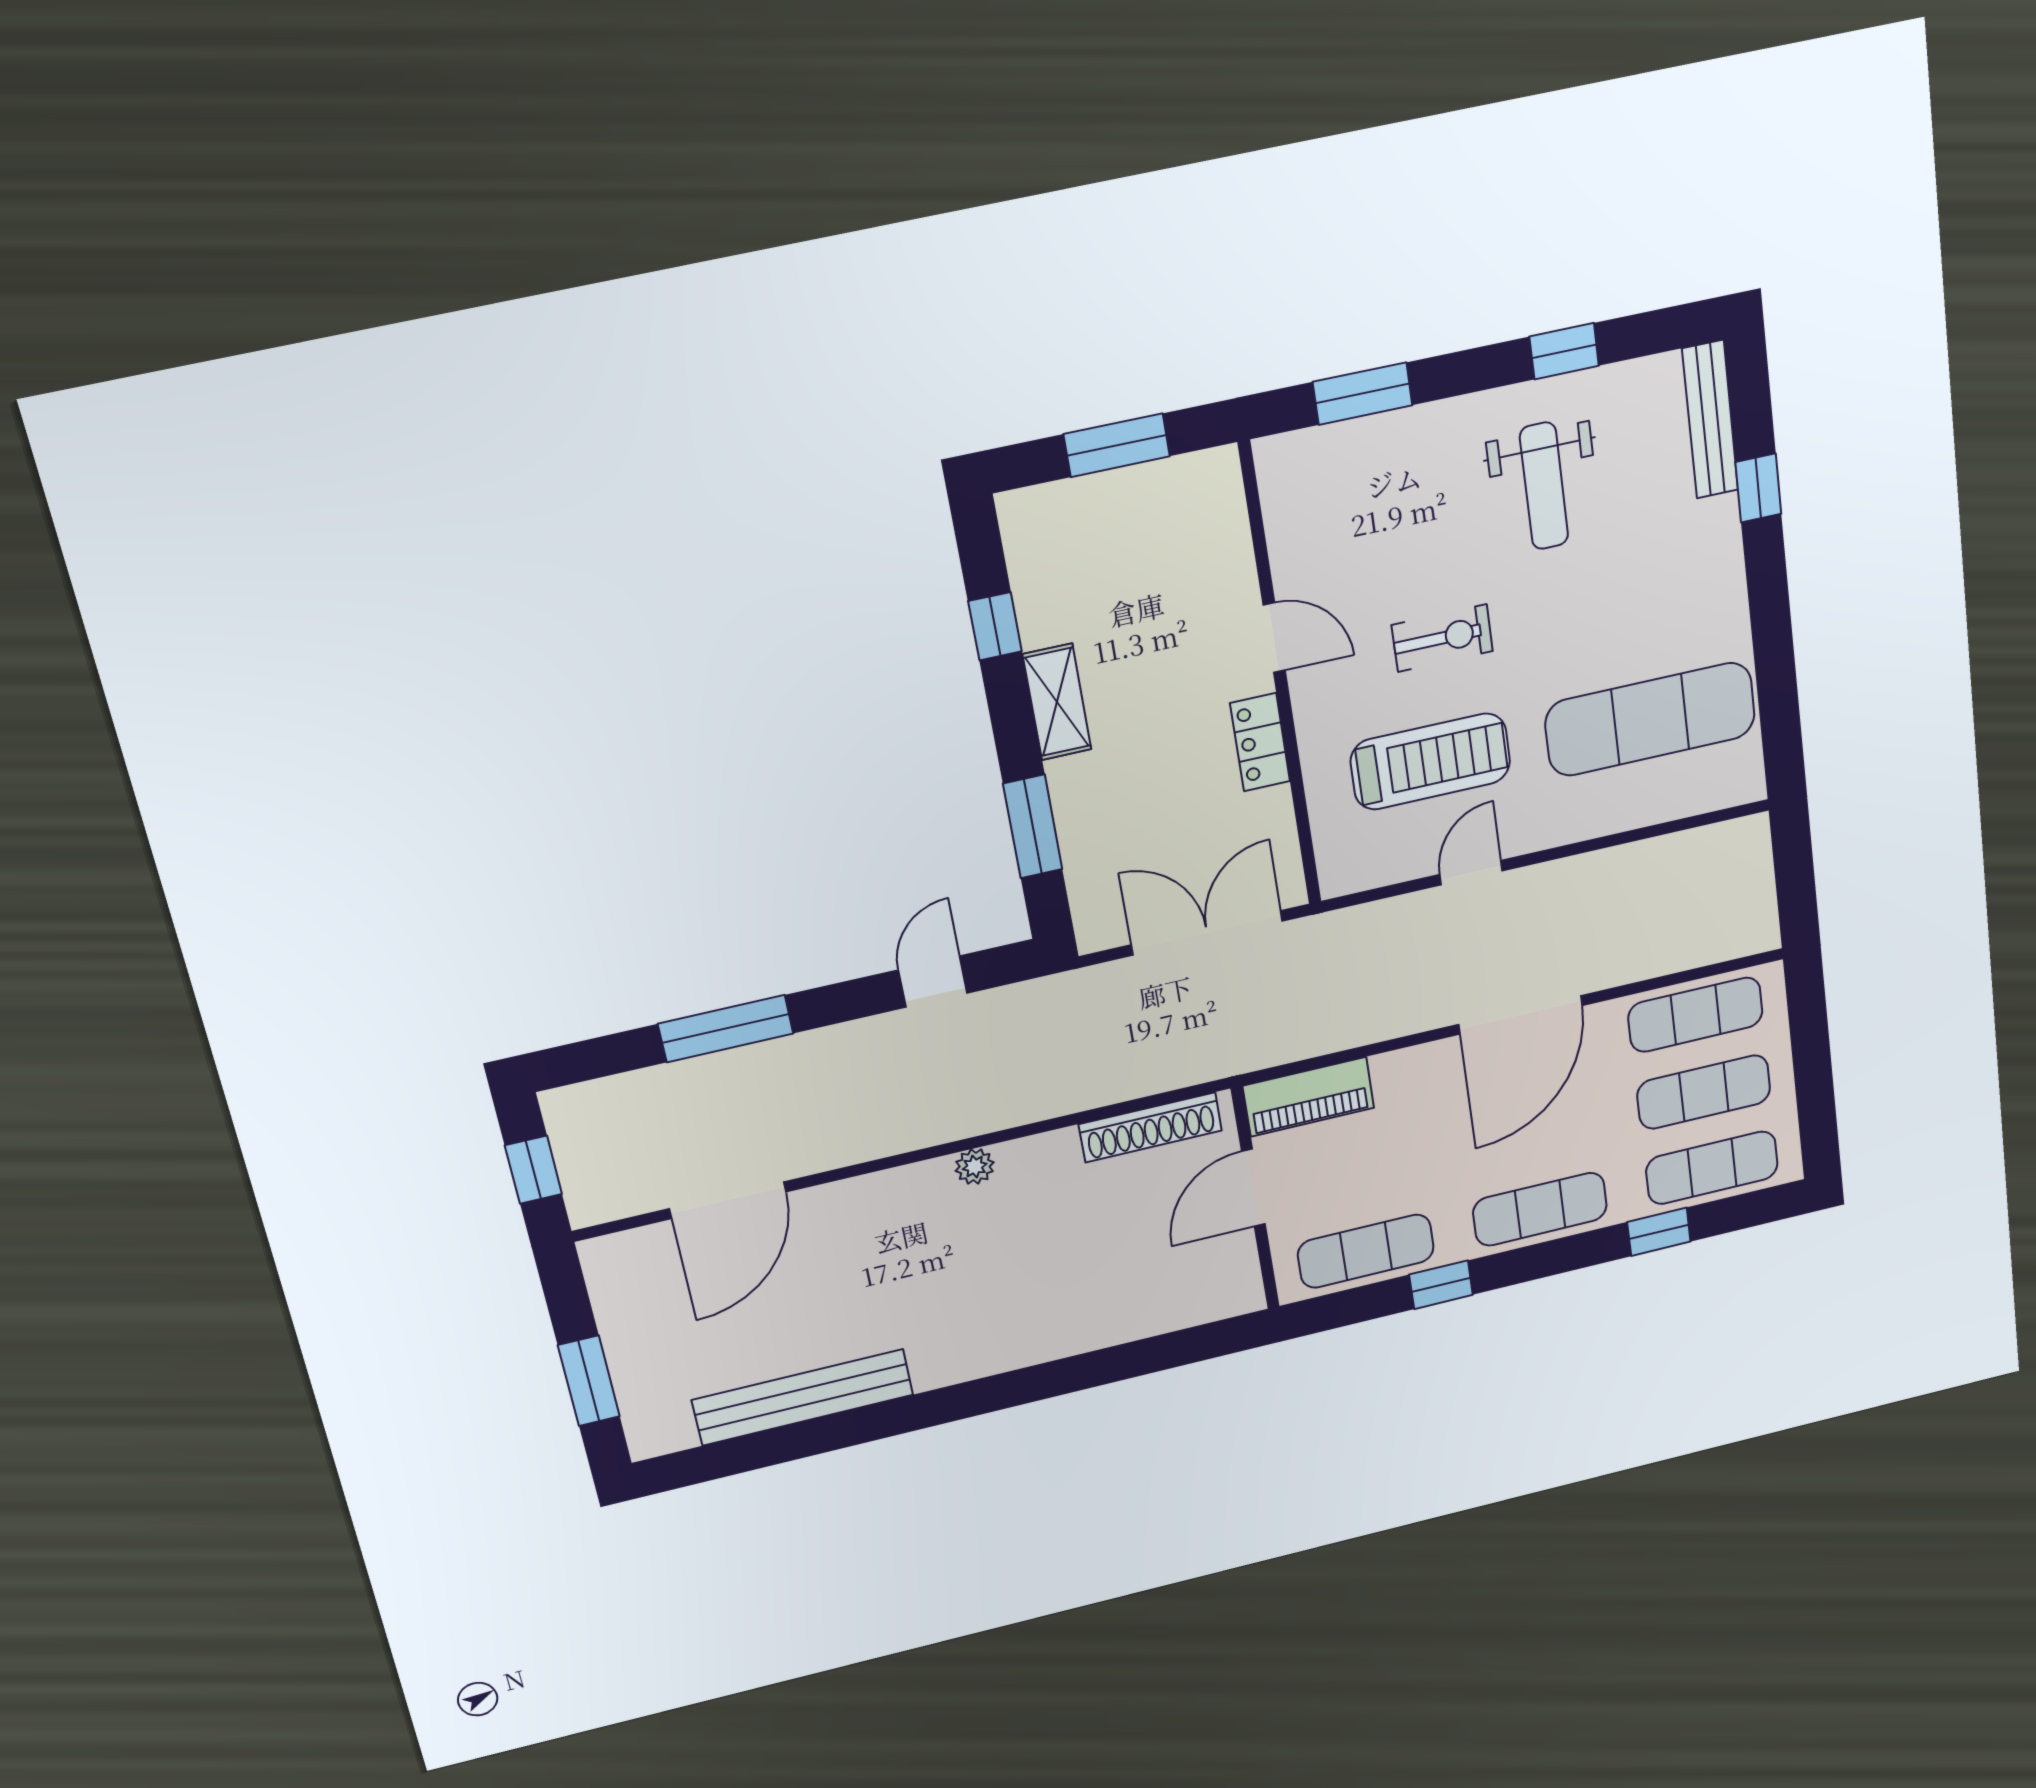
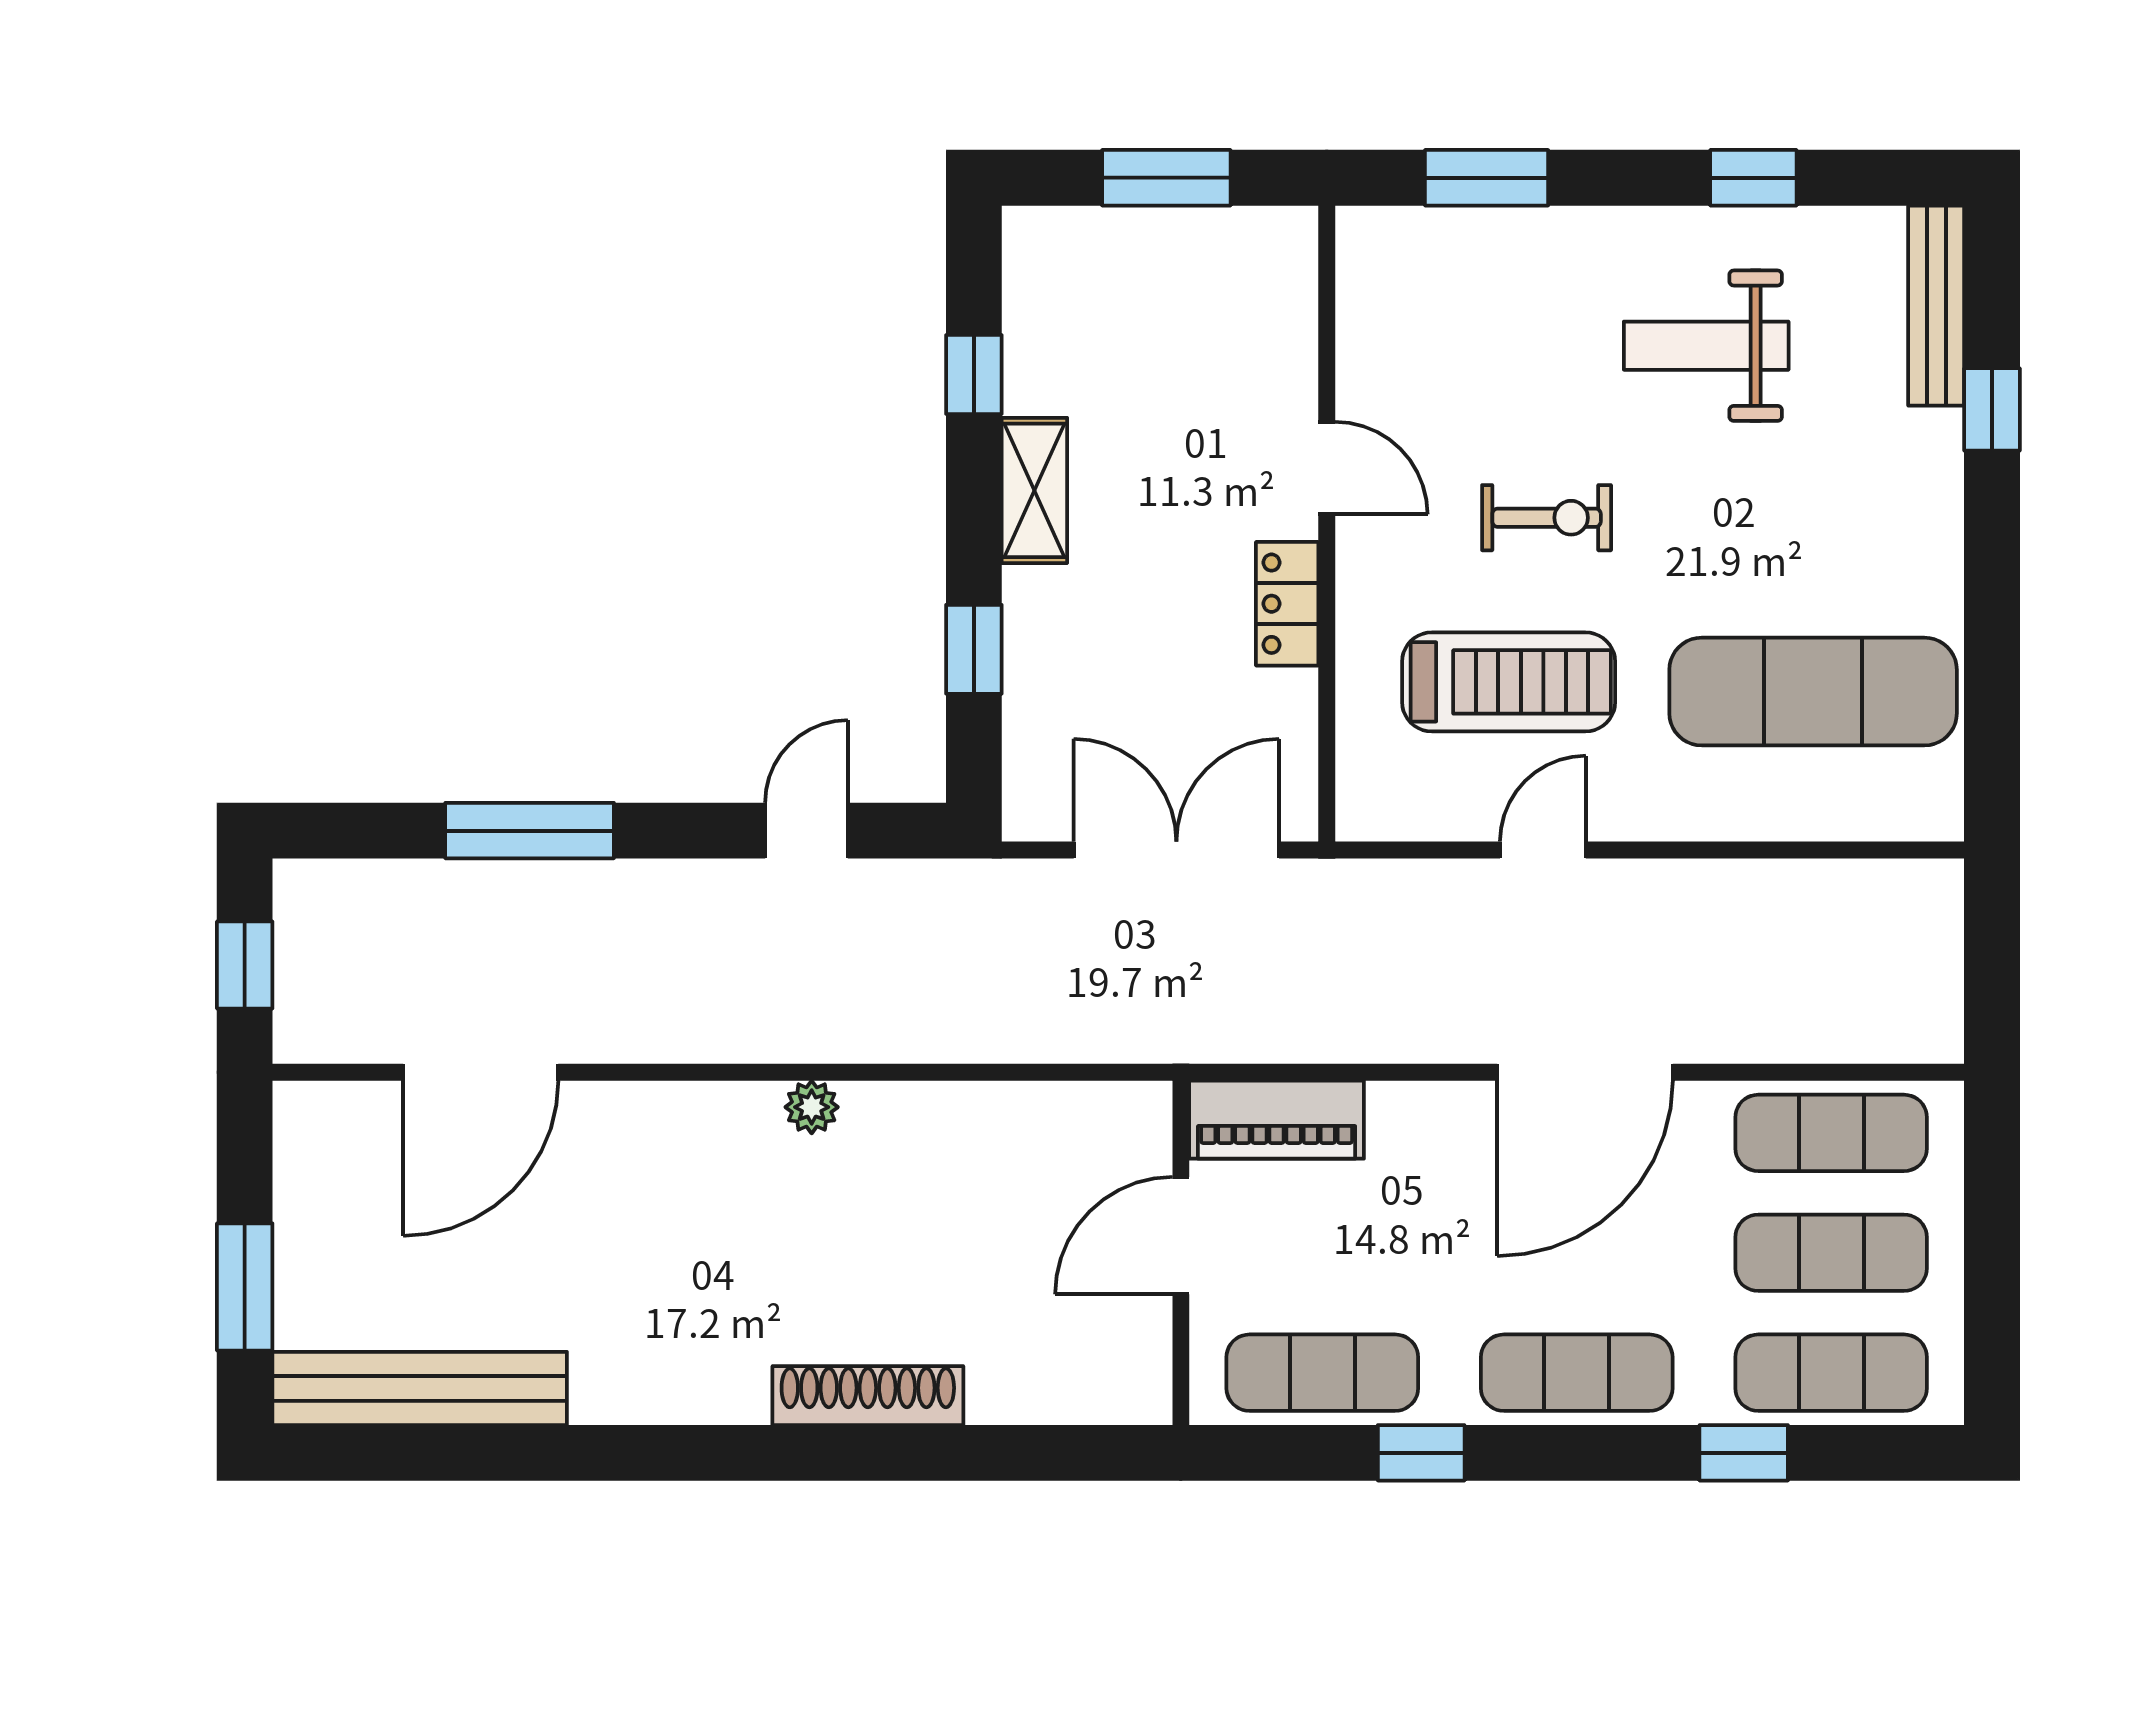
weight bench: (1544, 486) -> (1706, 346), turned 90
window: (1033, 827) -> (974, 649), width x0.67
shoe rack: (1150, 1127) -> (868, 1396), moved, turned 180
bench: (803, 1397) -> (420, 1388), moved

